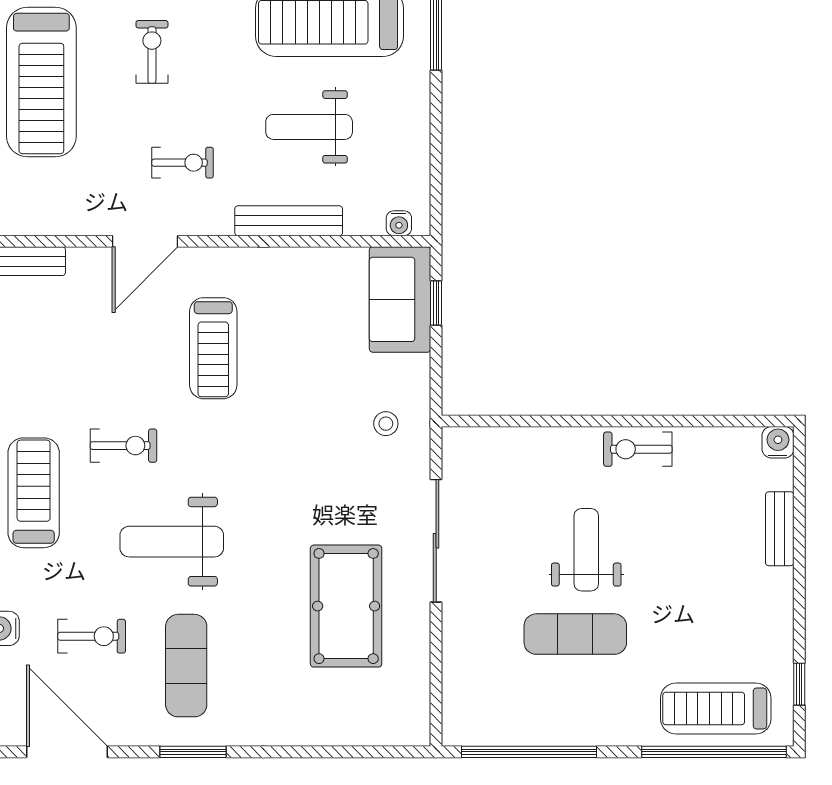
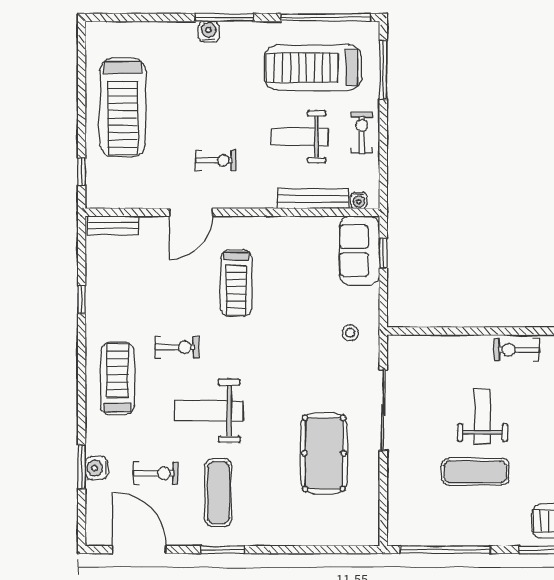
exercise bike: (152, 52) -> (362, 133), moved
bench: (289, 221) -> (313, 199), moved

